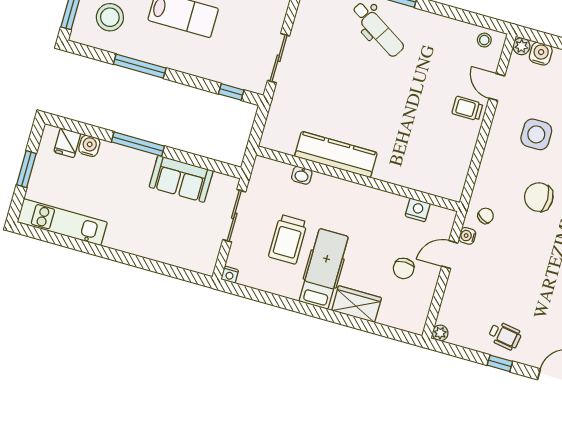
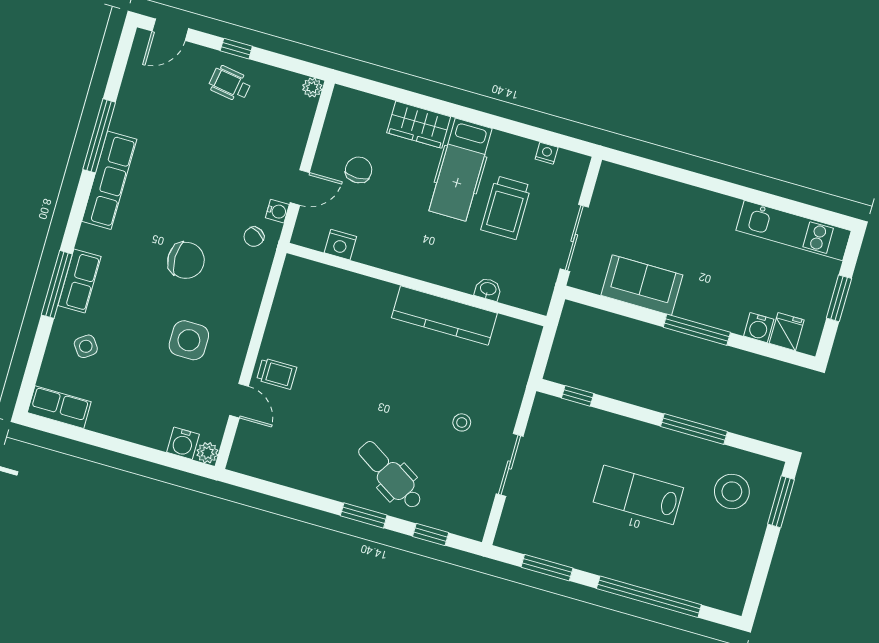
stool: (484, 40) -> (462, 422), moved
sliding door: (279, 58) -> (510, 465), moved
trolley: (288, 239) -> (506, 208), turned 180
nightstand: (230, 275) -> (547, 153), moved

